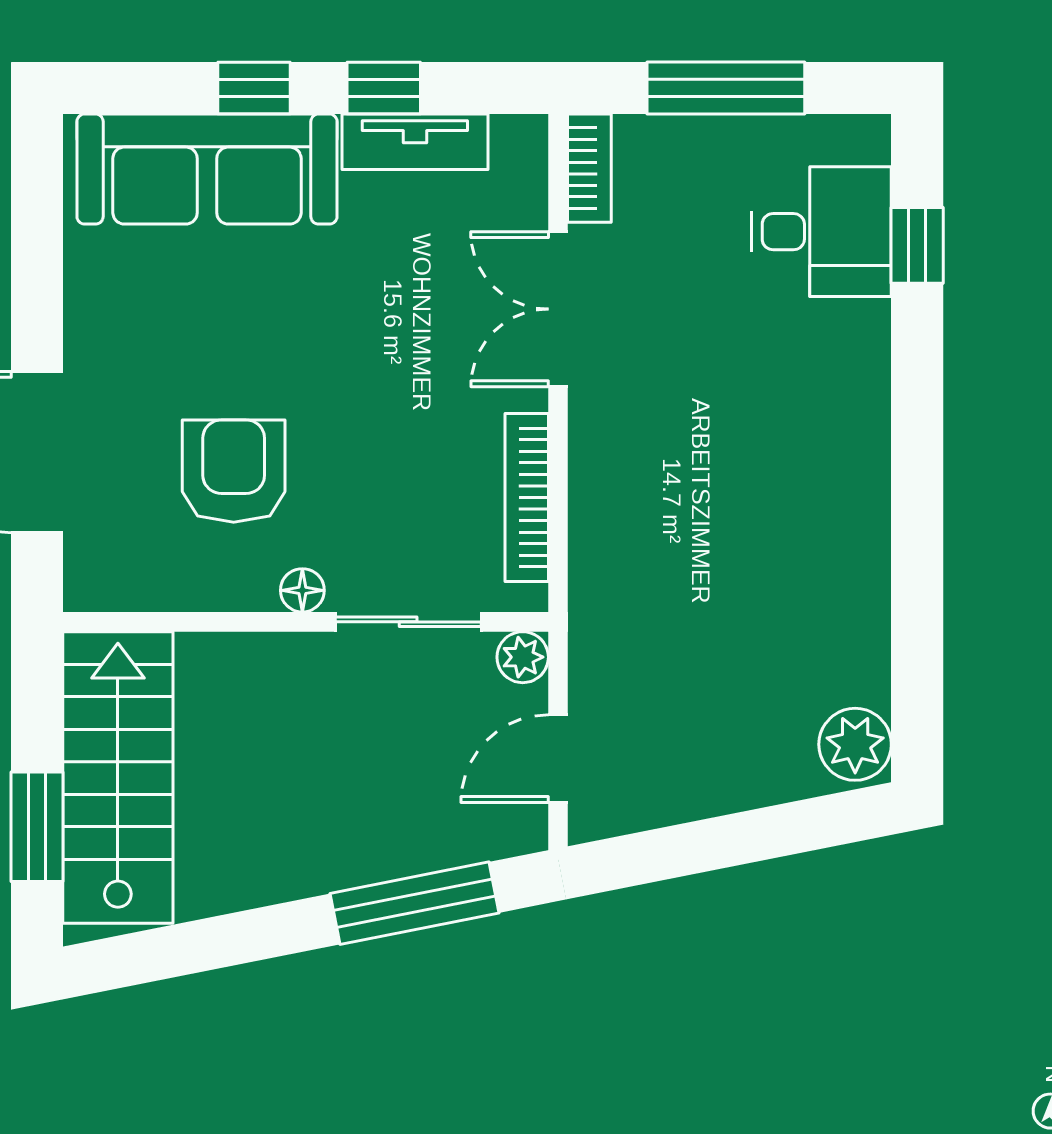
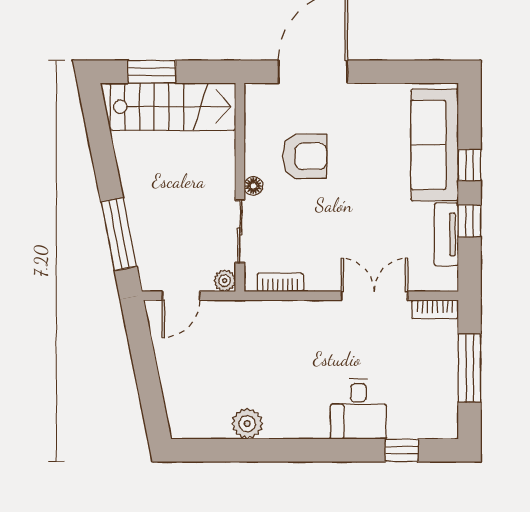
desk: (821, 232) -> (358, 409), moved
bookcase: (527, 498) -> (280, 282), width x0.64
plant: (855, 744) -> (247, 424), moved
door: (558, 759) -> (181, 296), swing flipped

